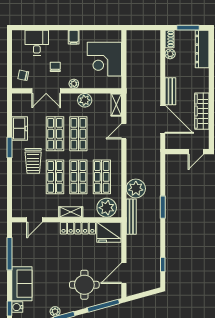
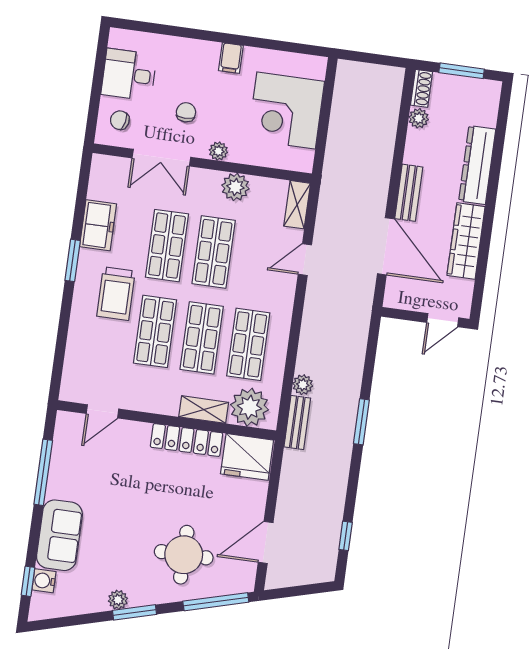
desk: (37, 43) -> (129, 75), moved, turned -90
dresser: (202, 49) -> (477, 165), moved
plant: (136, 189) -> (303, 385), width x0.53, depth x0.53
shelving: (71, 212) -> (204, 410), moved
bench: (131, 217) -> (297, 422), width x0.73

